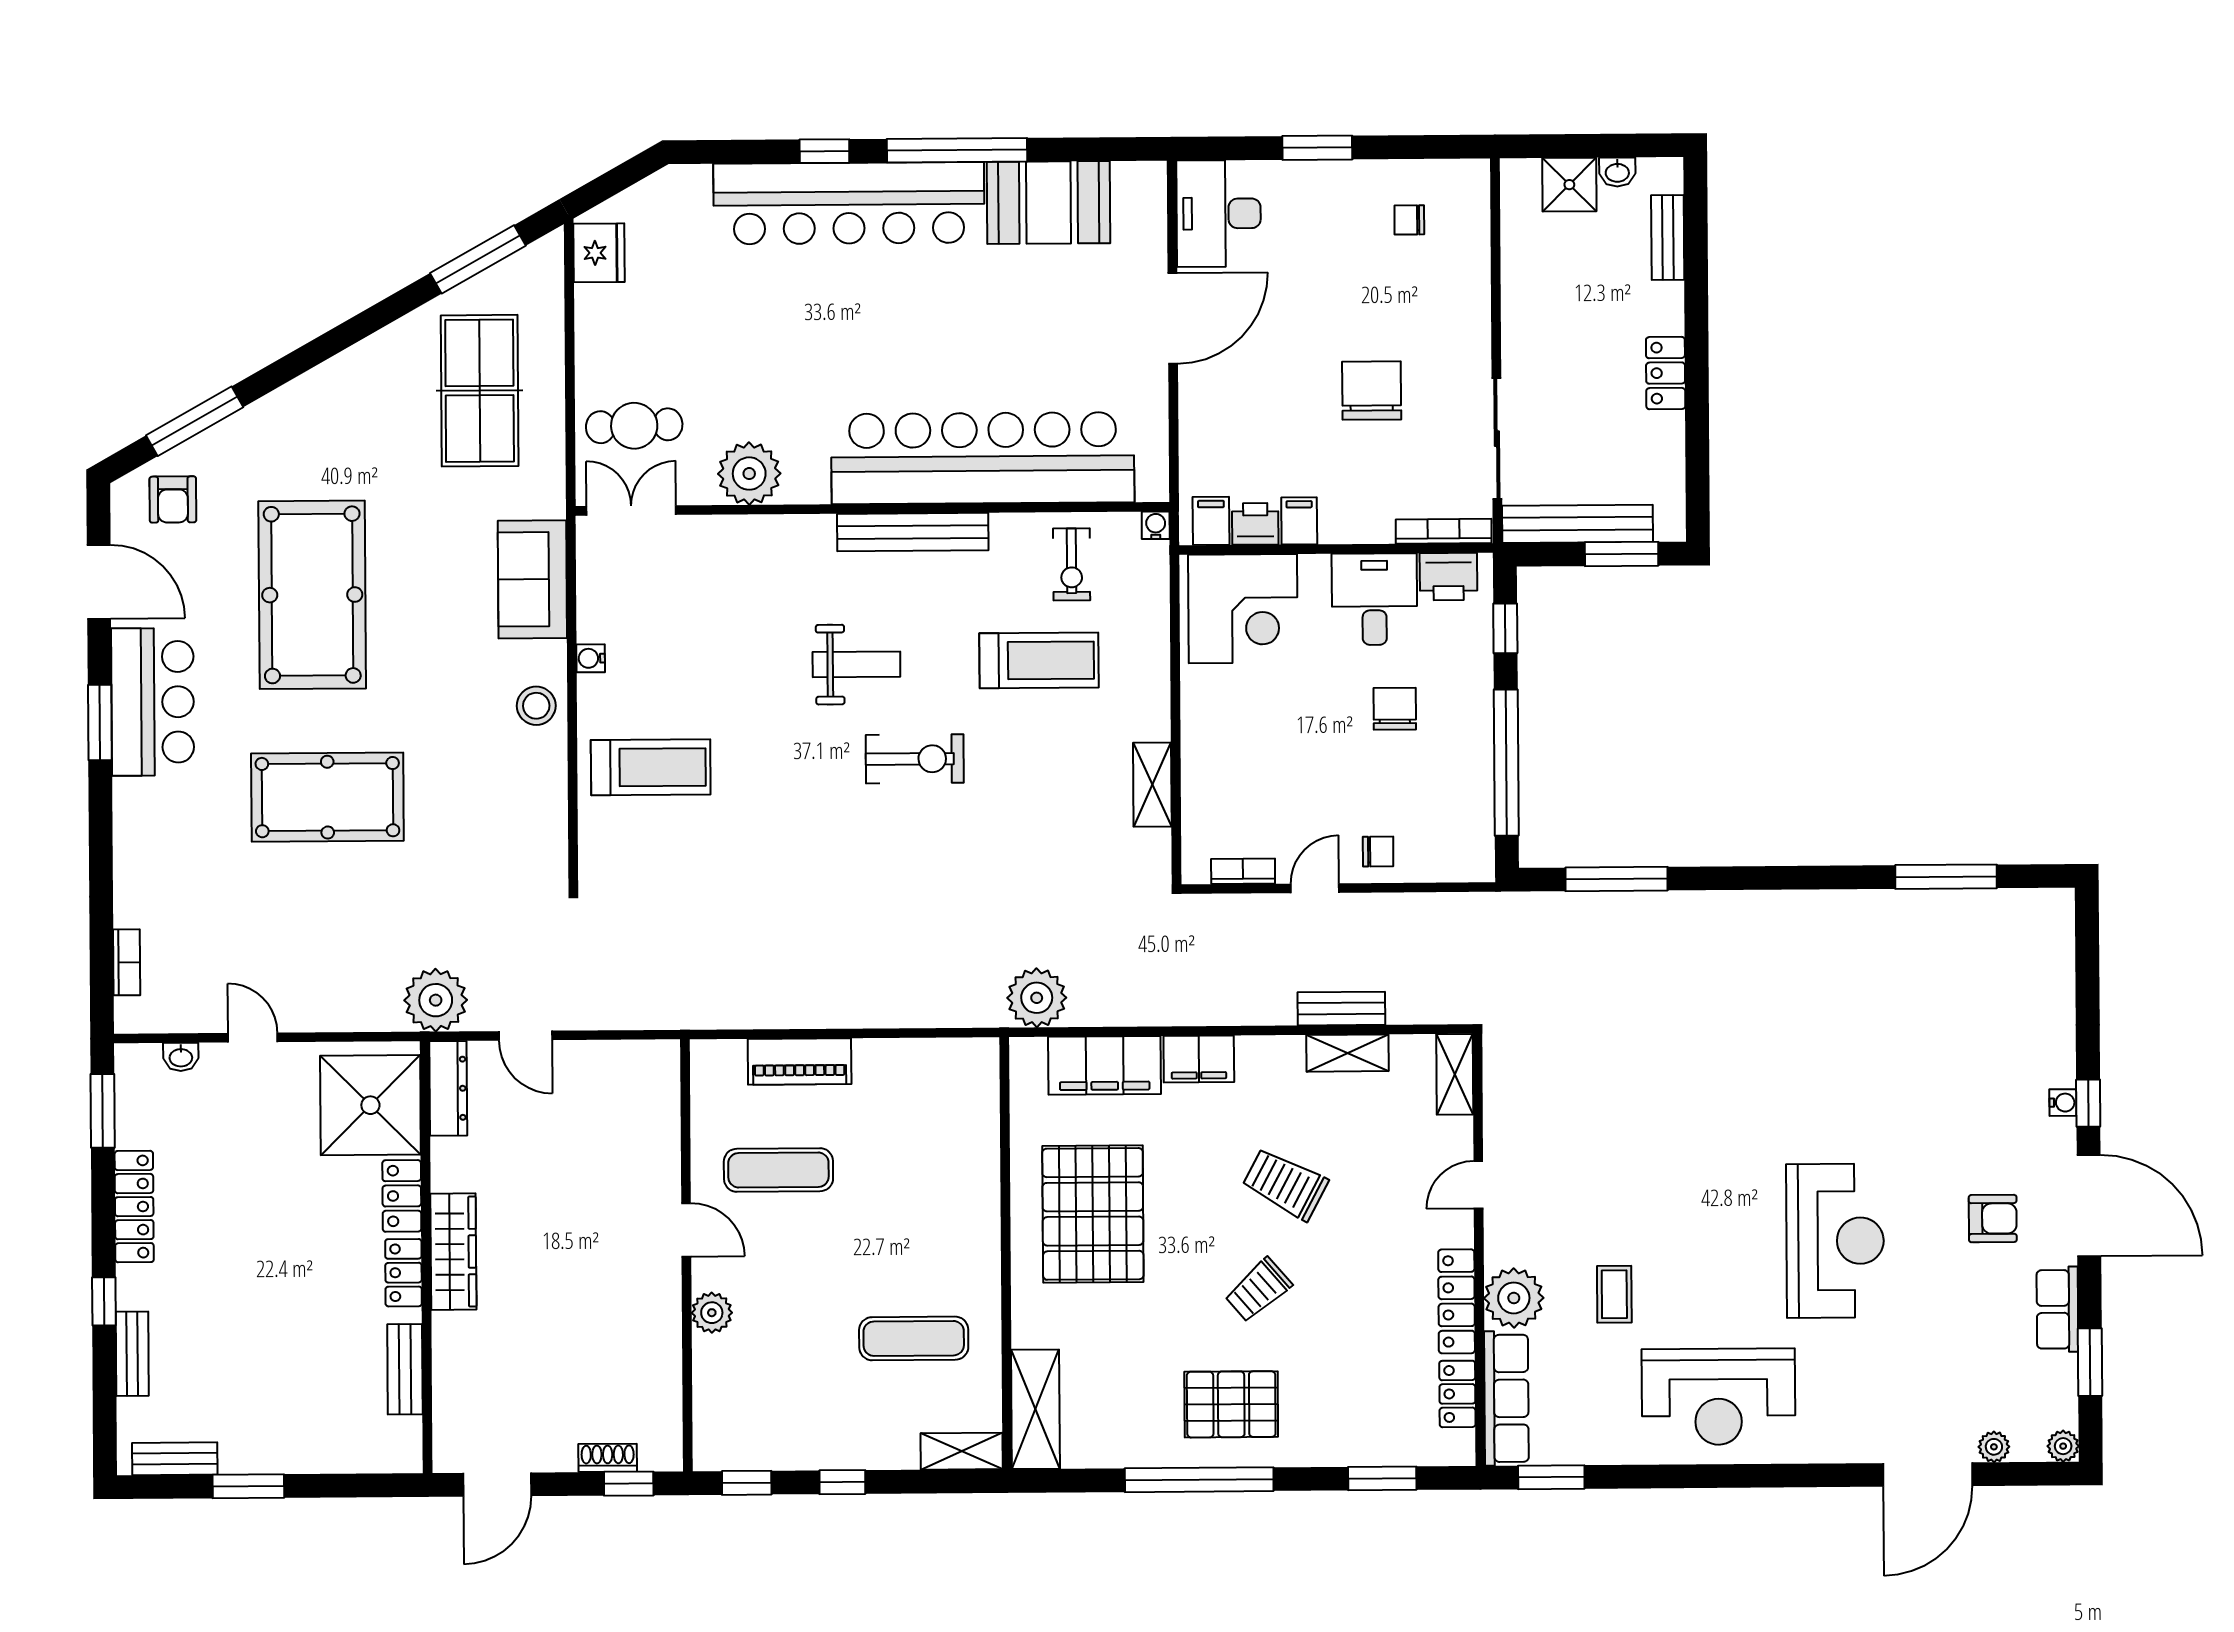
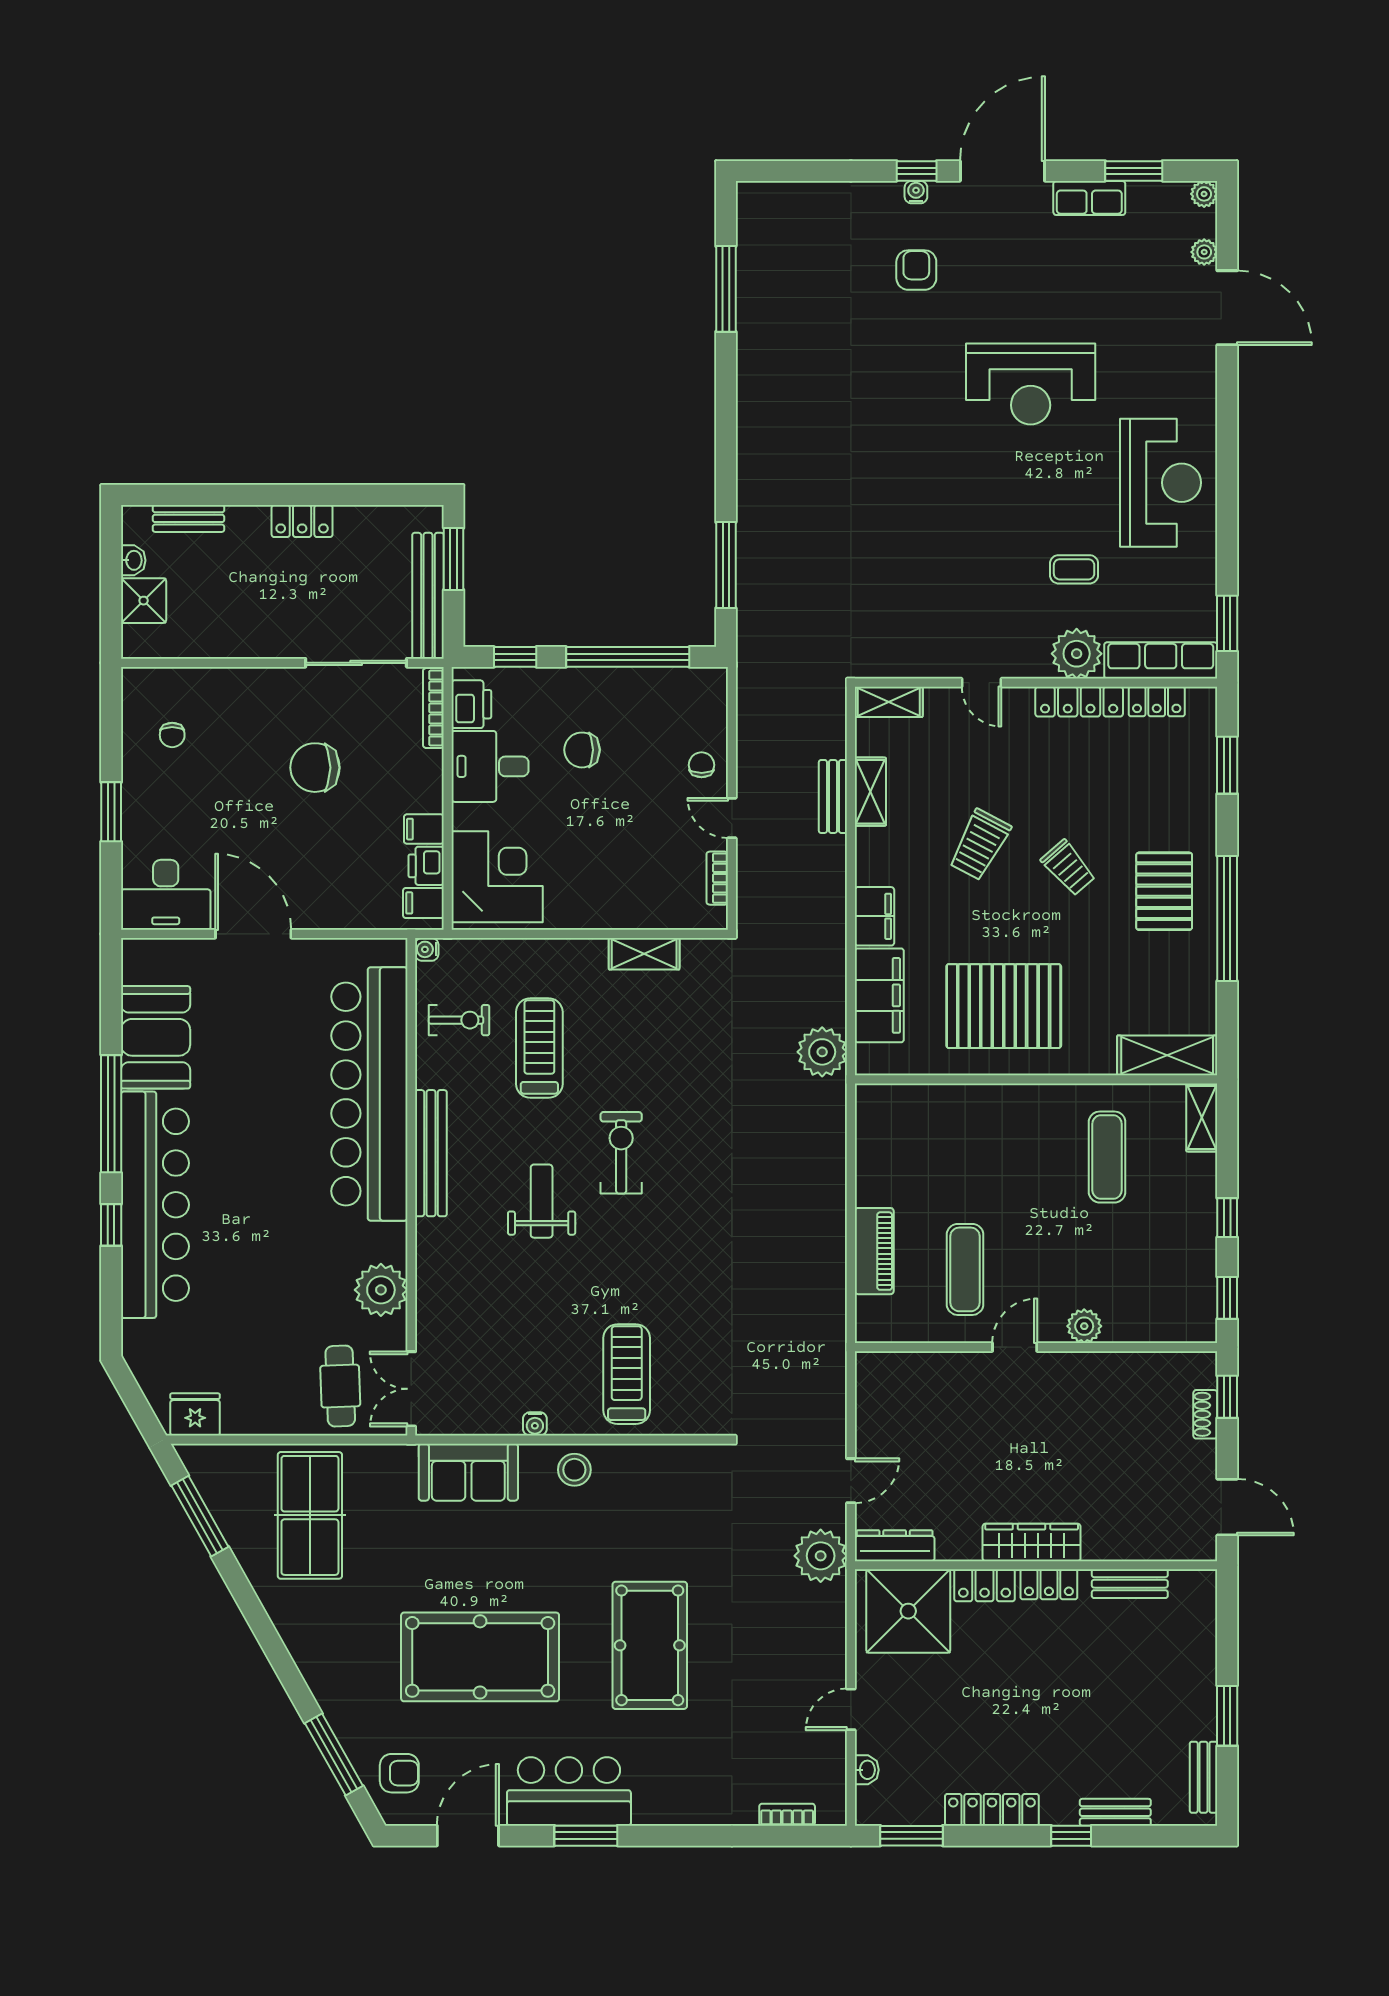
table tennis table: (480, 391) -> (310, 1515), turned 90
armchair: (1993, 1219) -> (916, 270), moved
reception desk: (1835, 1241) -> (1031, 384), turned 180

